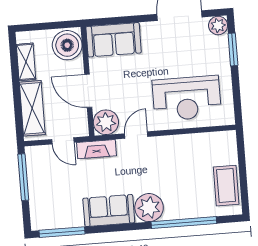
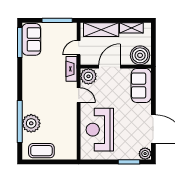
plant: (149, 208) -> (31, 123), moved
sofa: (109, 211) -> (31, 39), moved

